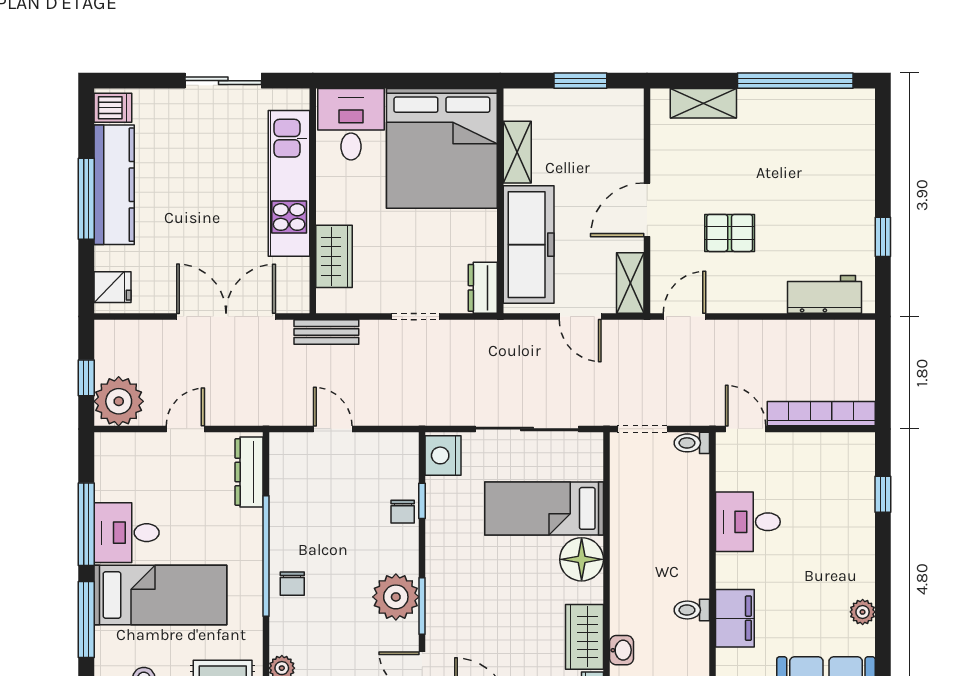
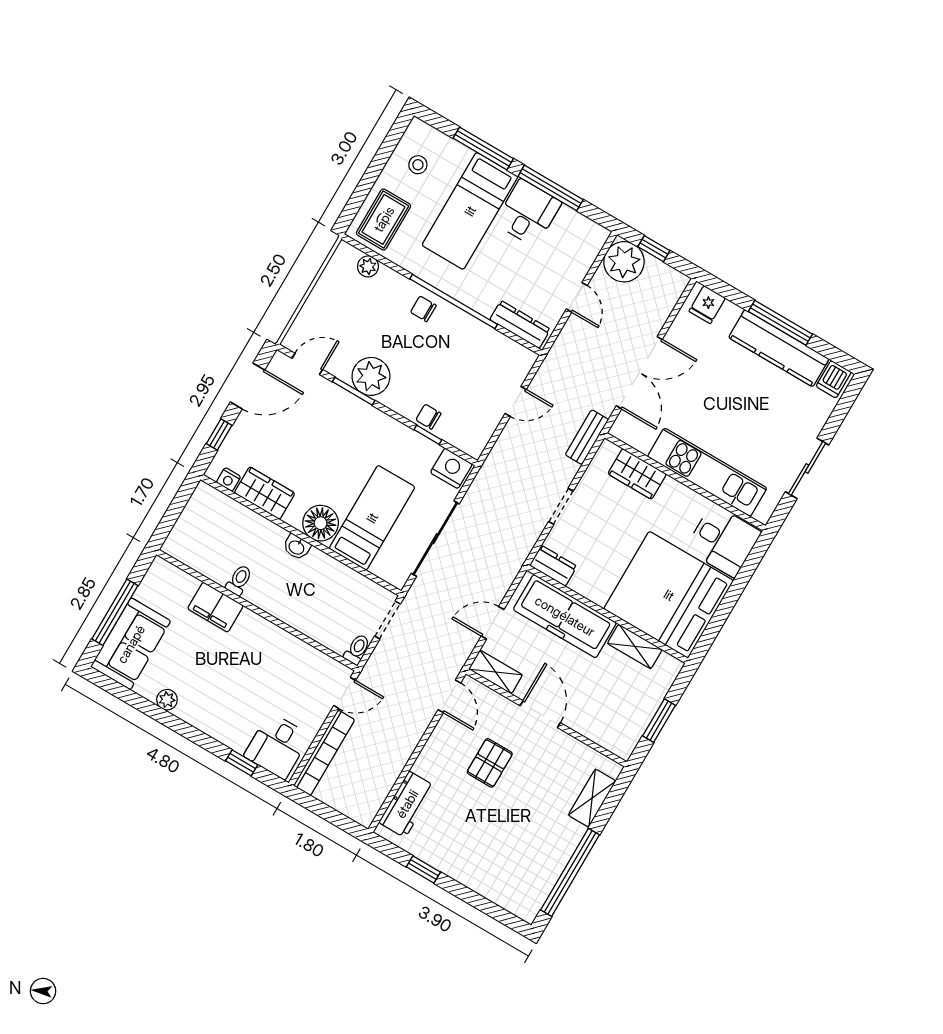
desk: (748, 522) -> (277, 746), moved, turned 180
washbasin: (621, 650) -> (297, 547), moved

